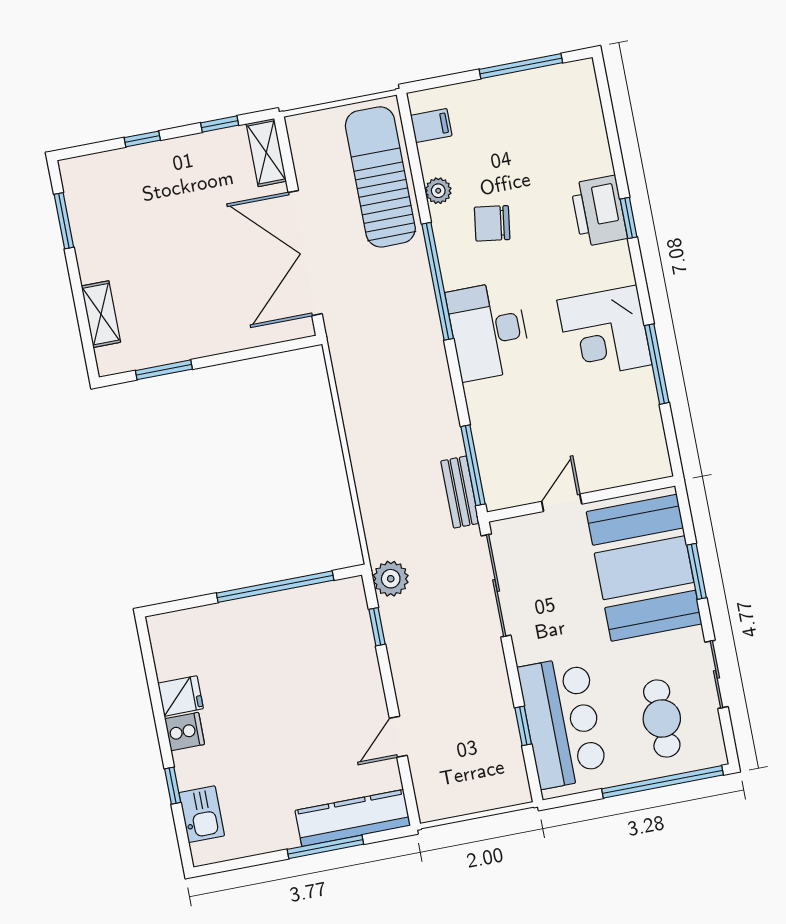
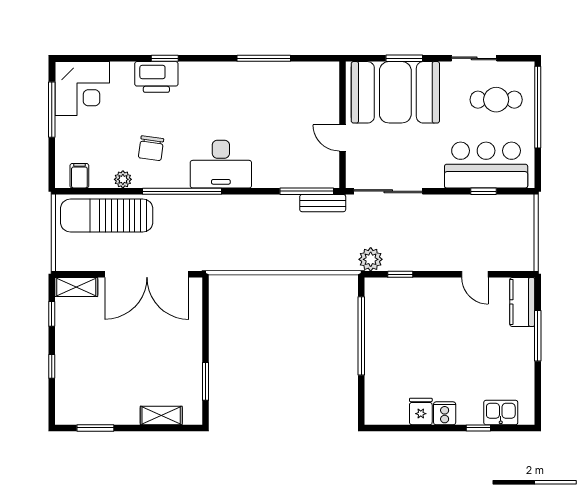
corner desk: (604, 332) -> (82, 89), moved
kitchen counter: (353, 818) -> (522, 302), width x0.67

